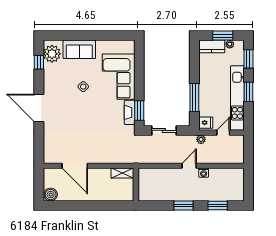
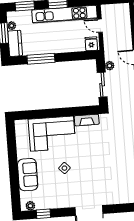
plant: (52, 54) -> (30, 206), width x0.53, depth x0.53
window: (194, 97) -> (41, 59), moved
window: (139, 110) -> (84, 111), removed
plant: (201, 139) -> (110, 66), moved

